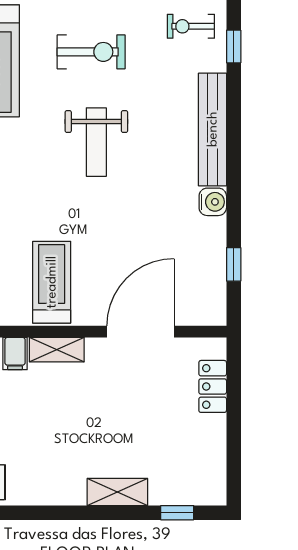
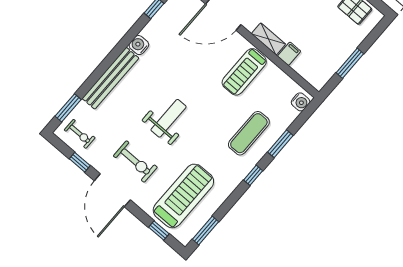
window: (234, 47) -> (68, 108), width x1.50
exercise bike: (91, 52) -> (135, 162), turned 180

